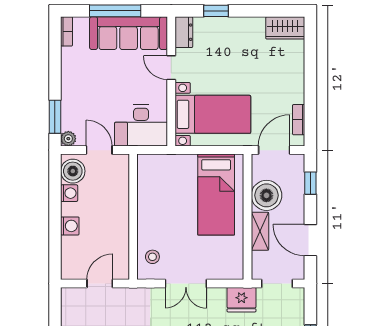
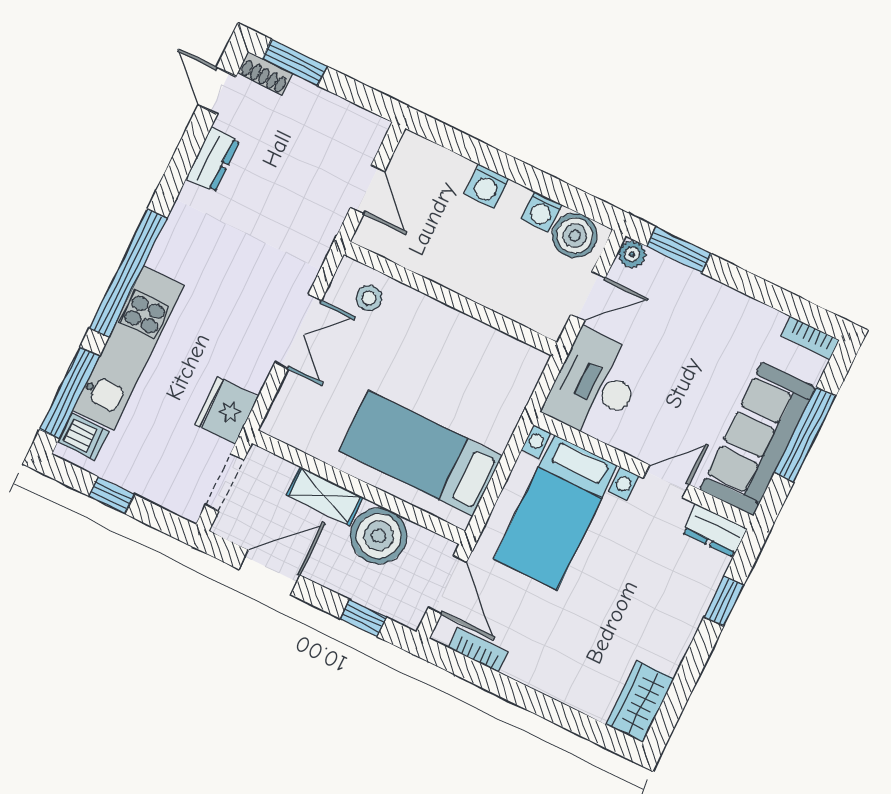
double door: (186, 283) -> (298, 332), swing flipped

